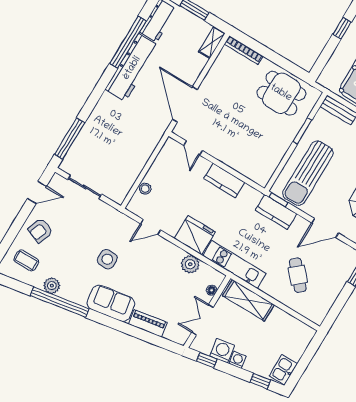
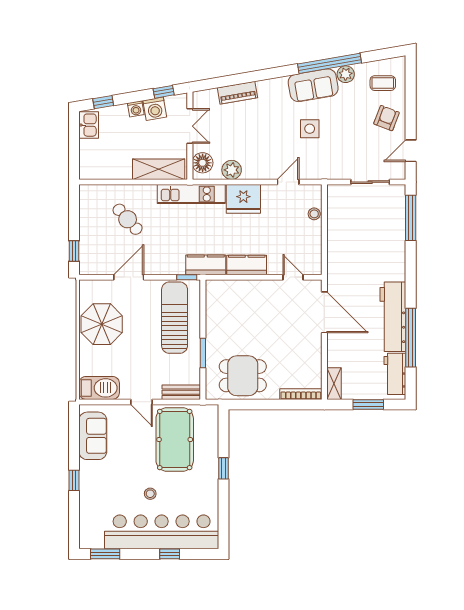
kitchen counter: (276, 212) -> (206, 265), moved
floor lamp: (212, 290) -> (203, 163), width x1.89, depth x1.89
sofa: (111, 303) -> (313, 85), moved

